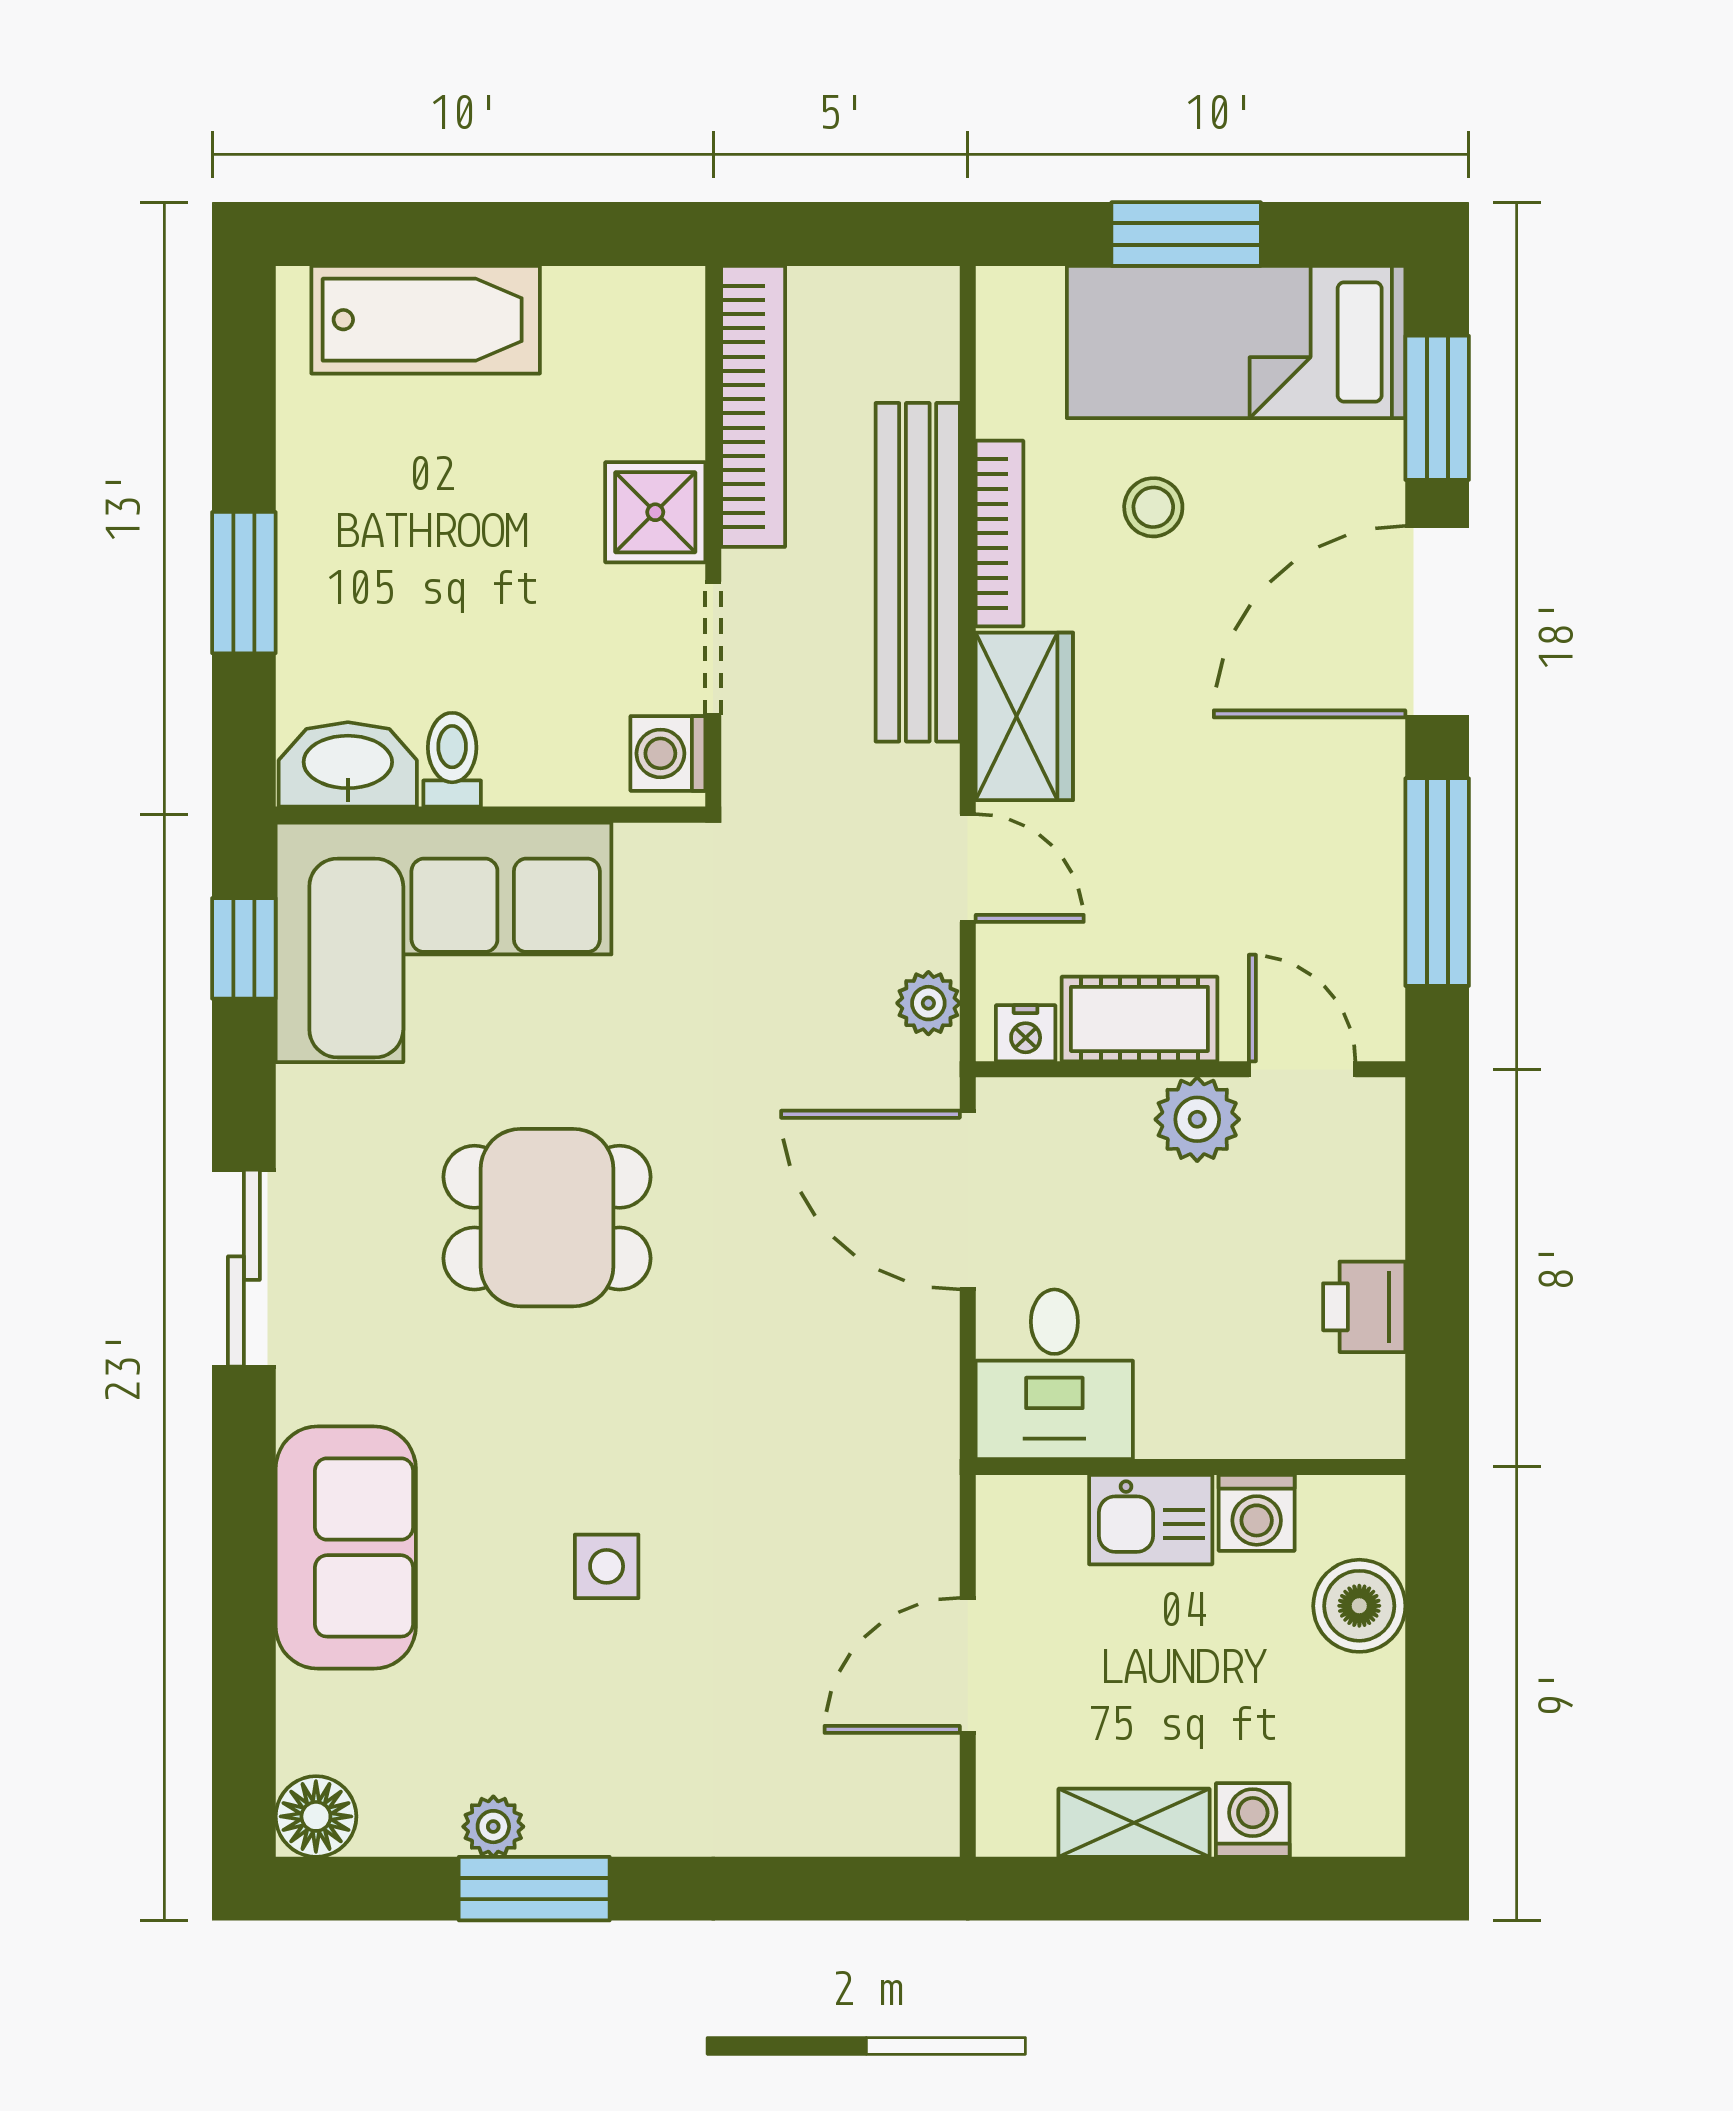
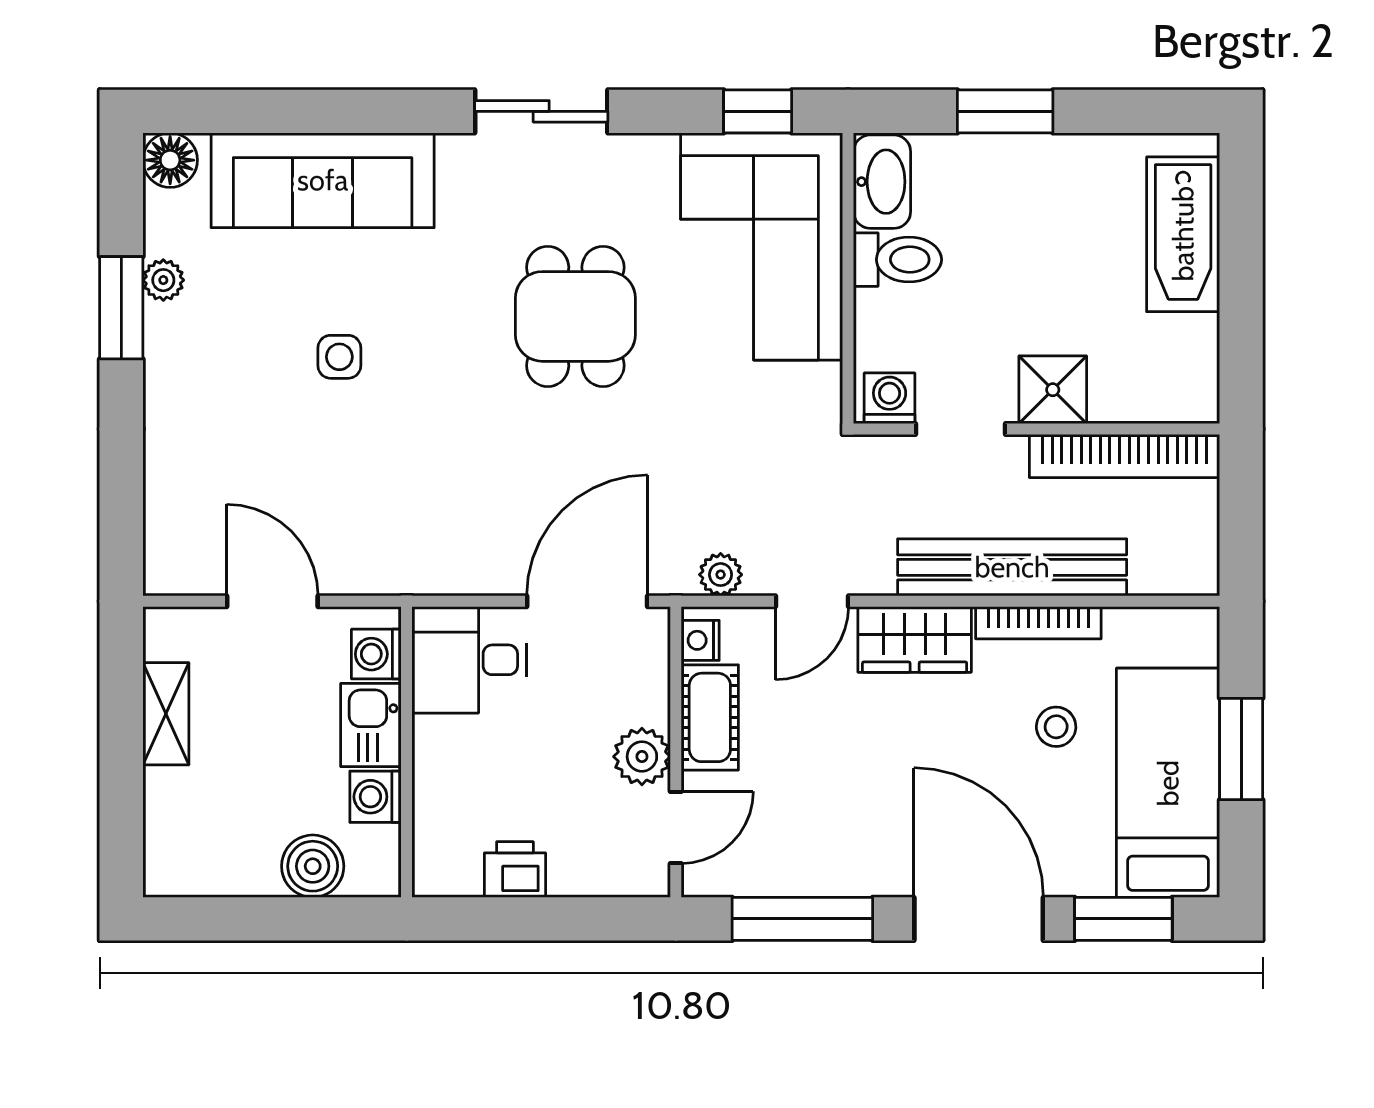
toilet: (452, 760) -> (897, 260), width x1.37, depth x1.39
sofa: (346, 1547) -> (323, 180), width x1.36
washing machine: (1253, 1820) -> (376, 654), moved, turned 180

